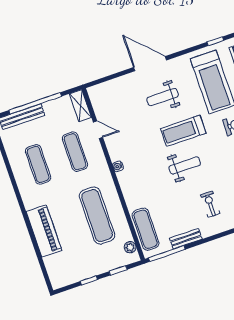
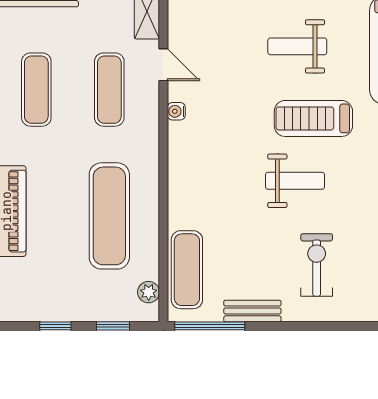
water cooler: (118, 166) -> (176, 111), moved
exercise bike: (210, 204) -> (317, 265), width x1.38, depth x1.39

